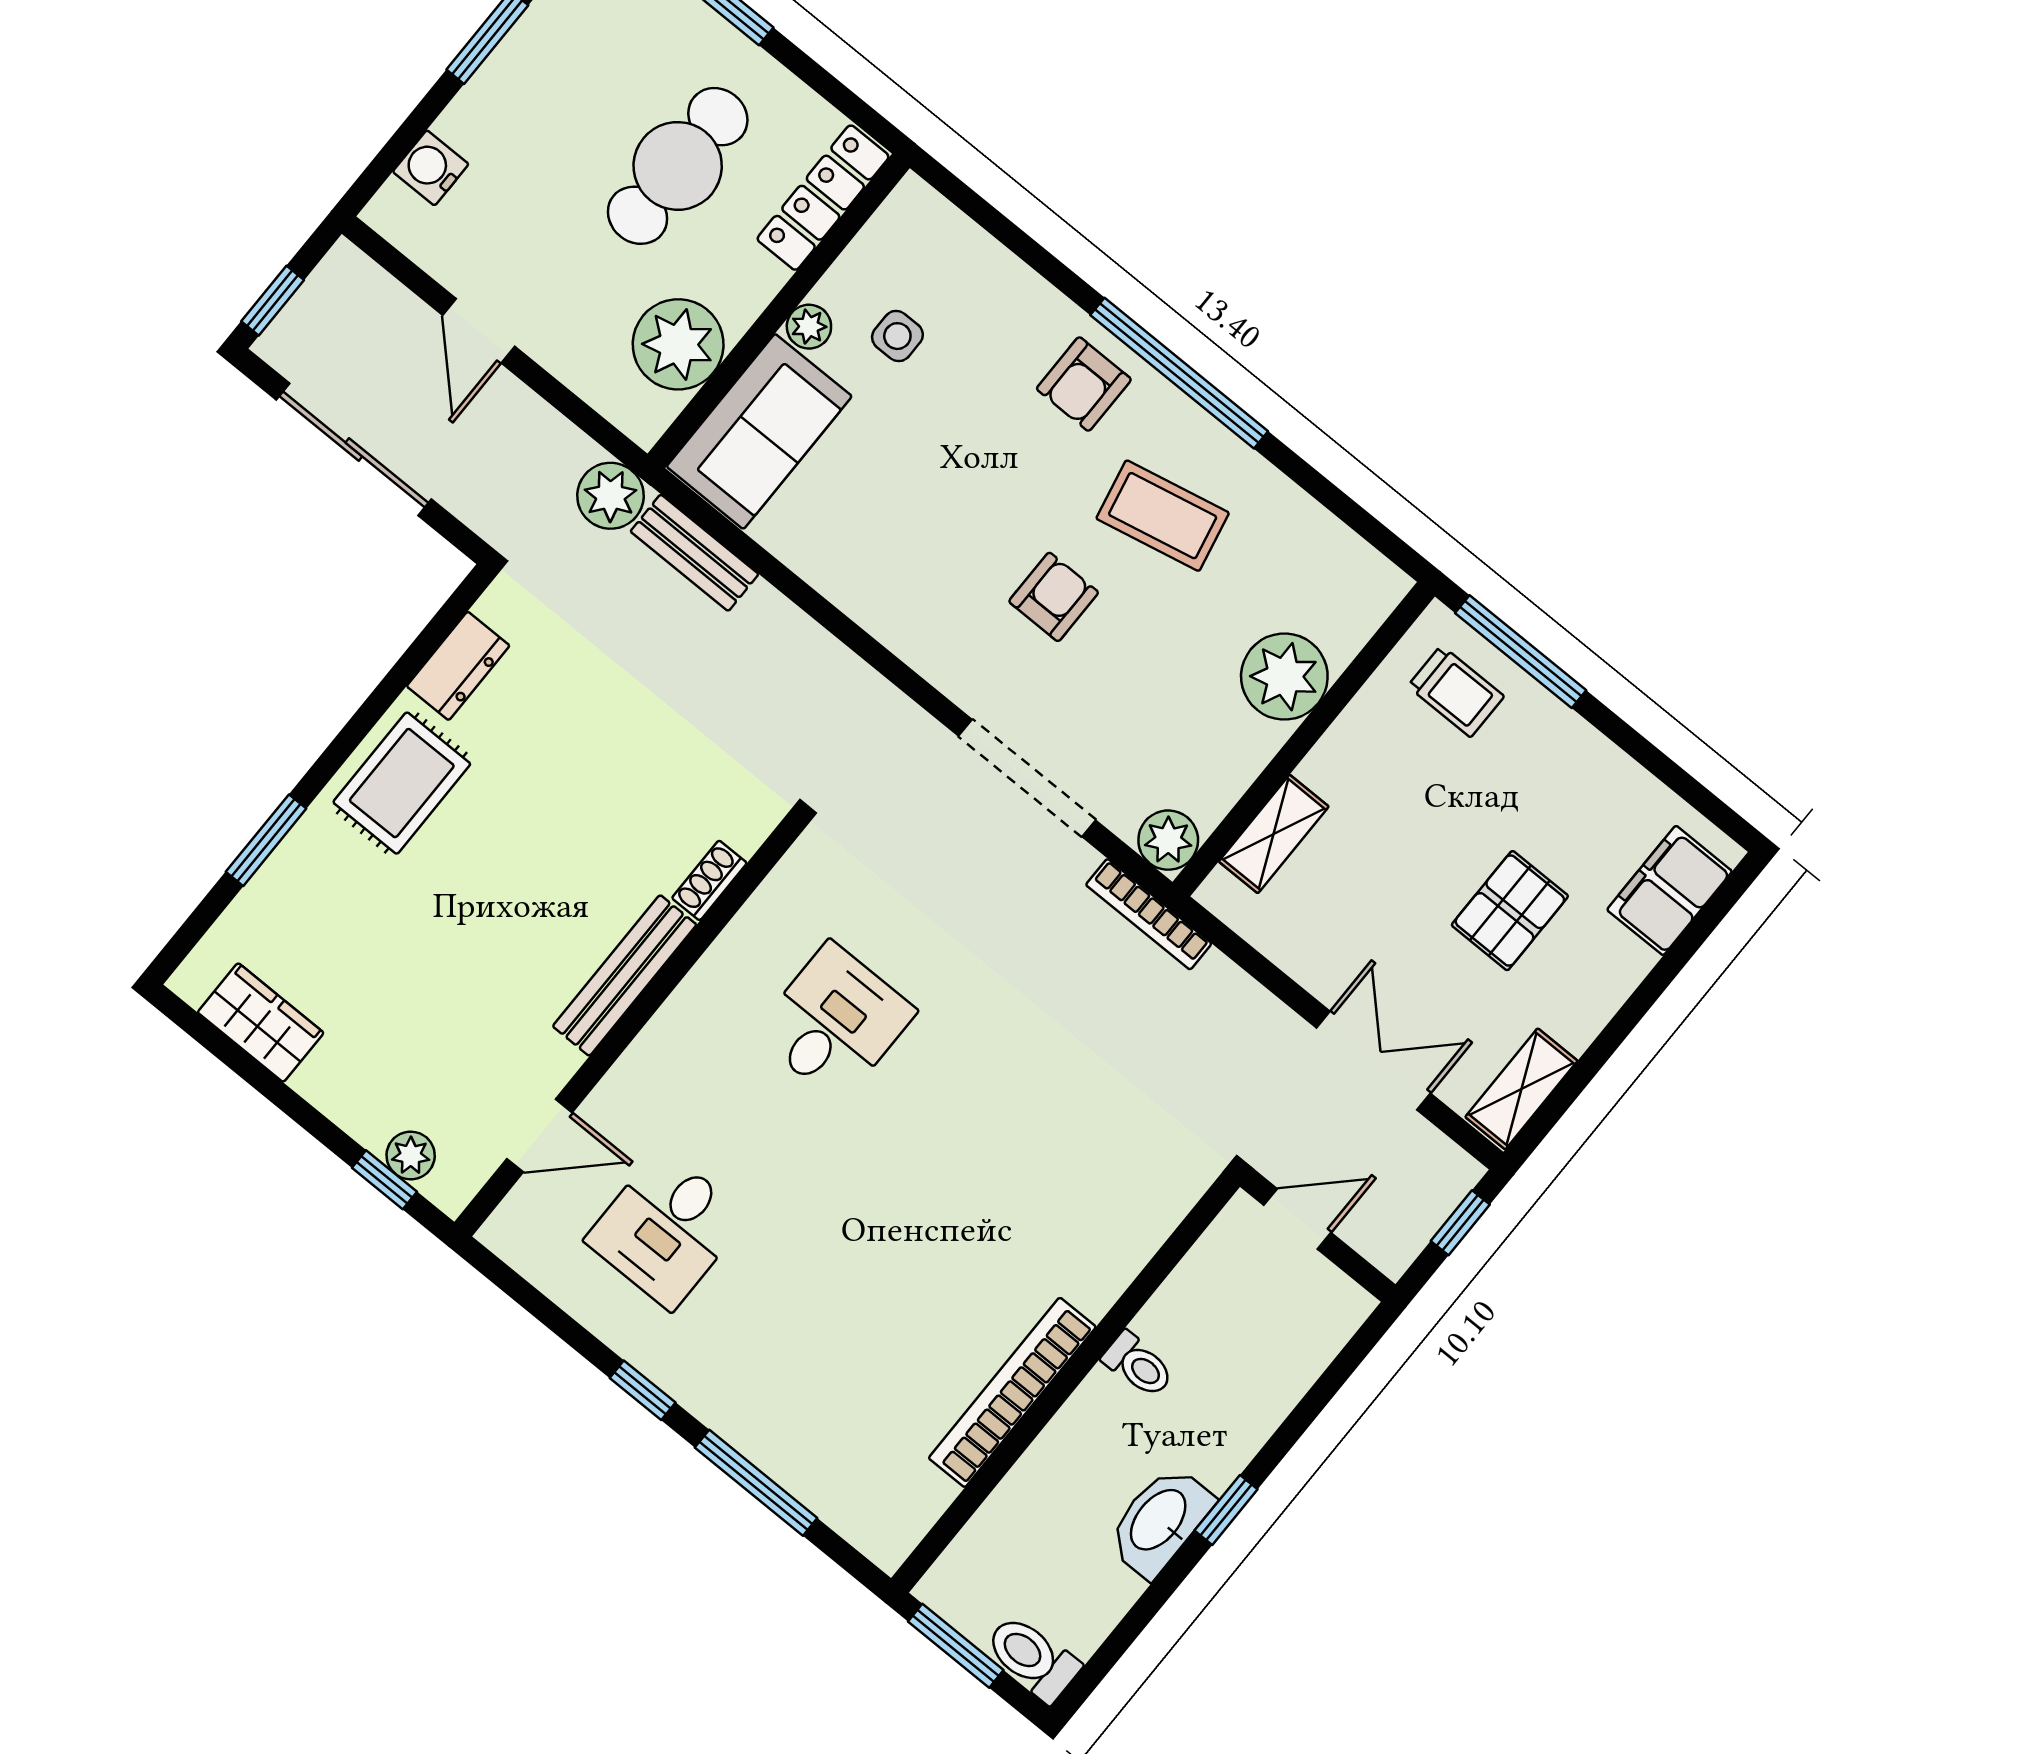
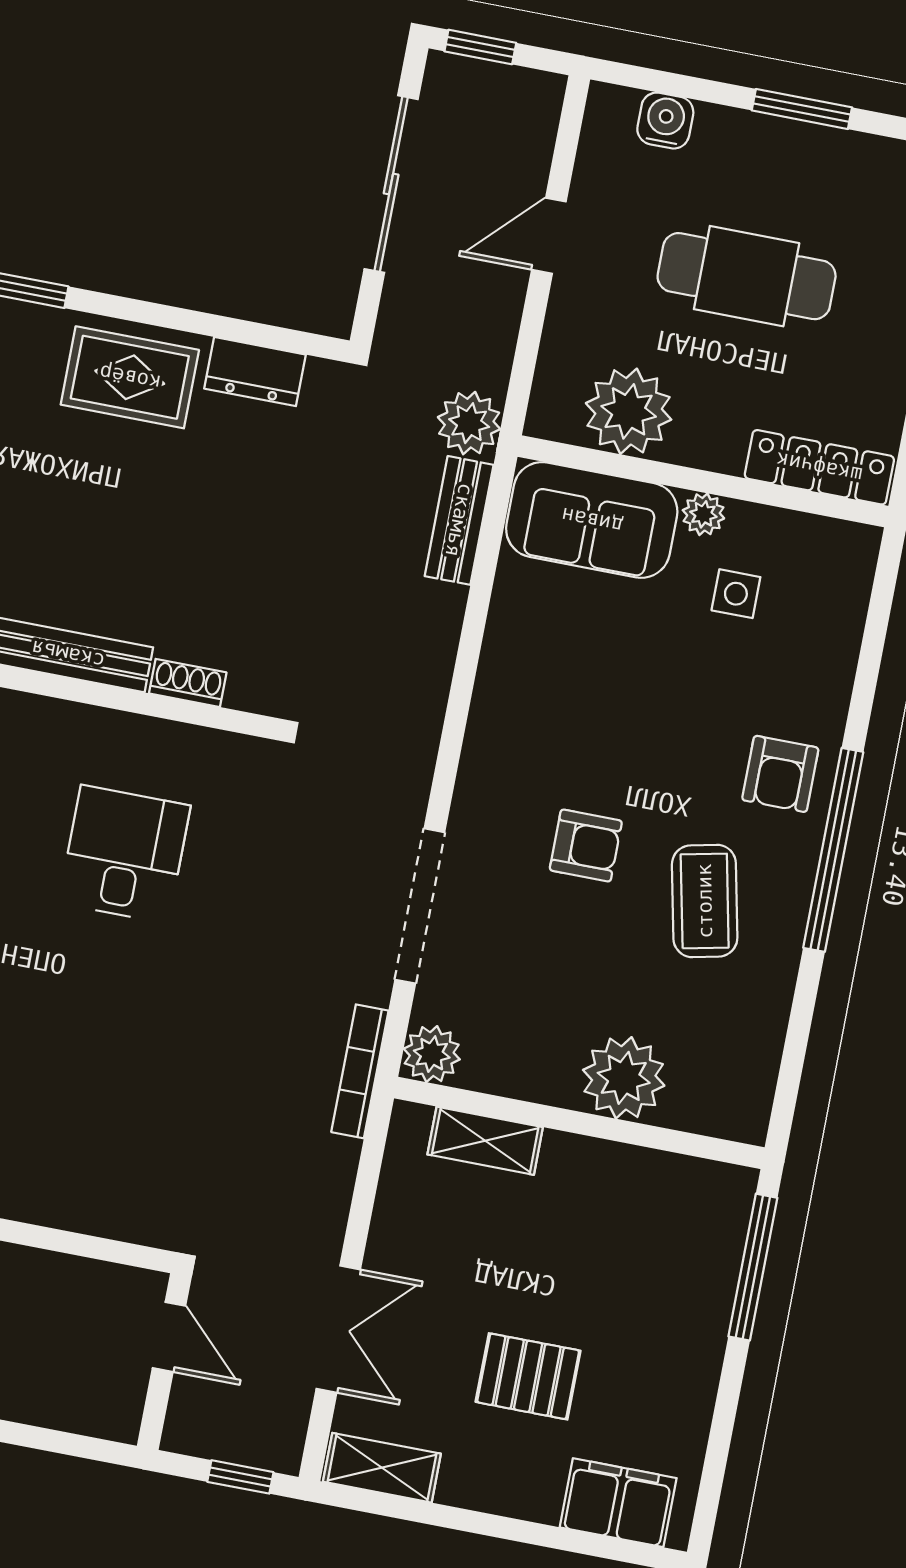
cafe table: (678, 166) -> (747, 276), moved
armchair: (1084, 384) -> (780, 774), turned -90
trolley: (1456, 691) -> (690, 1230), removed
desk: (835, 1022) -> (124, 854), turned -90

